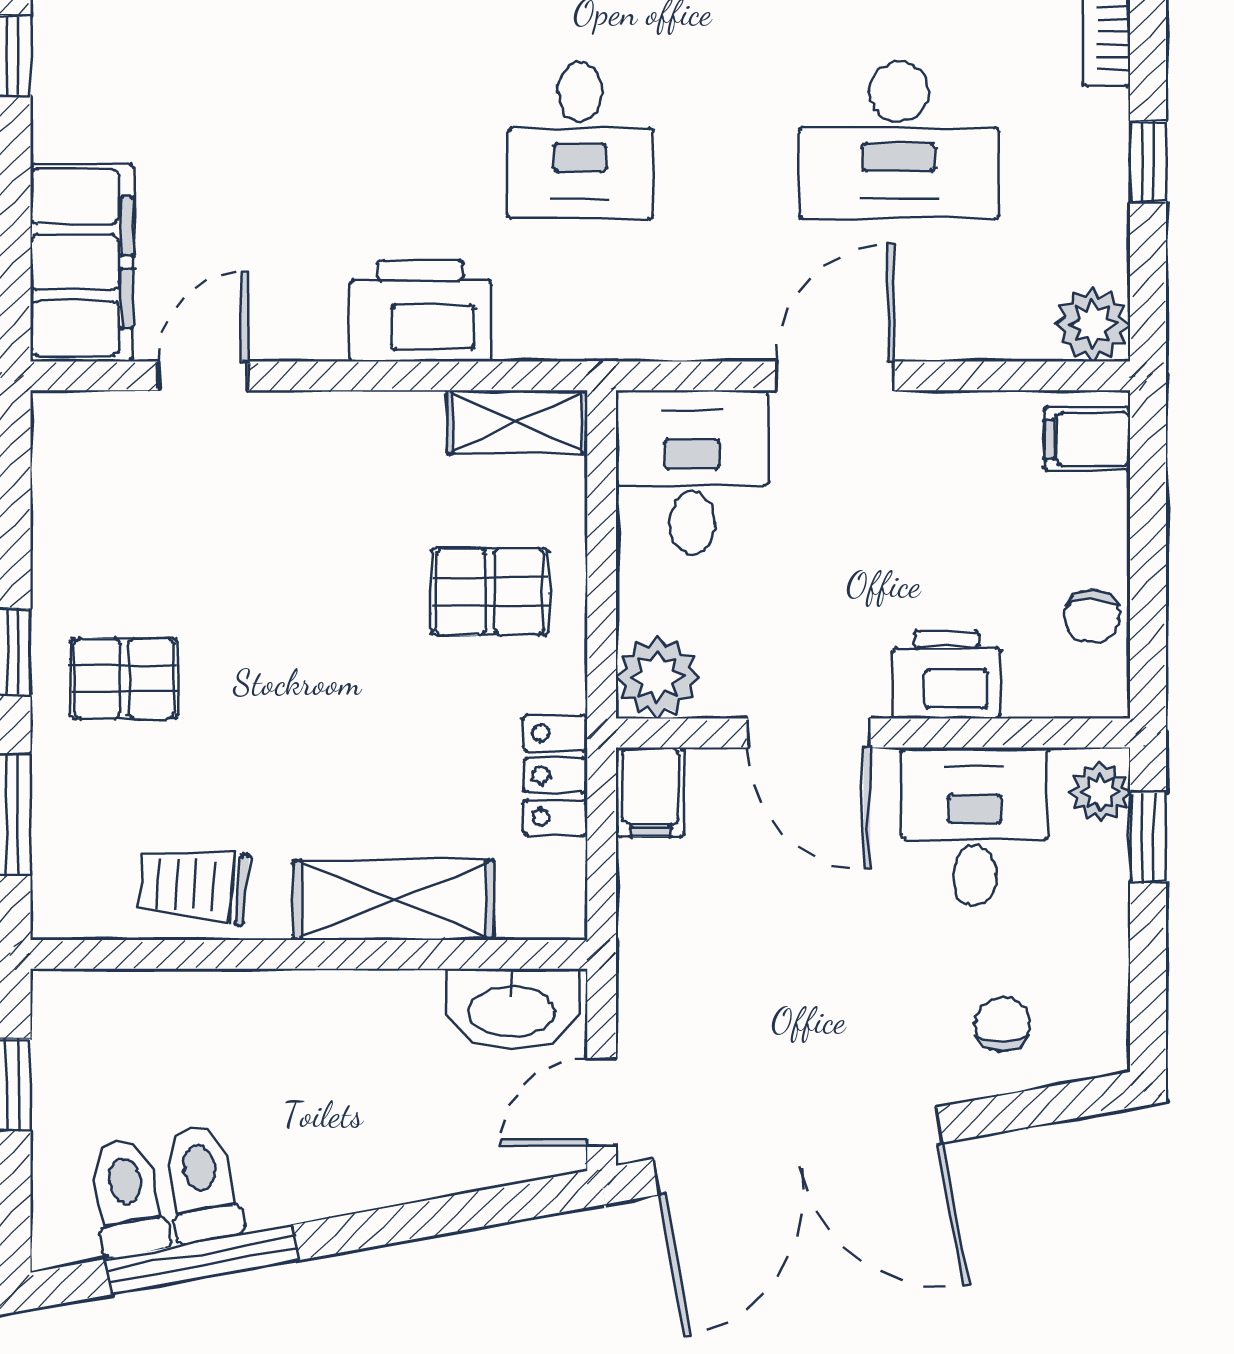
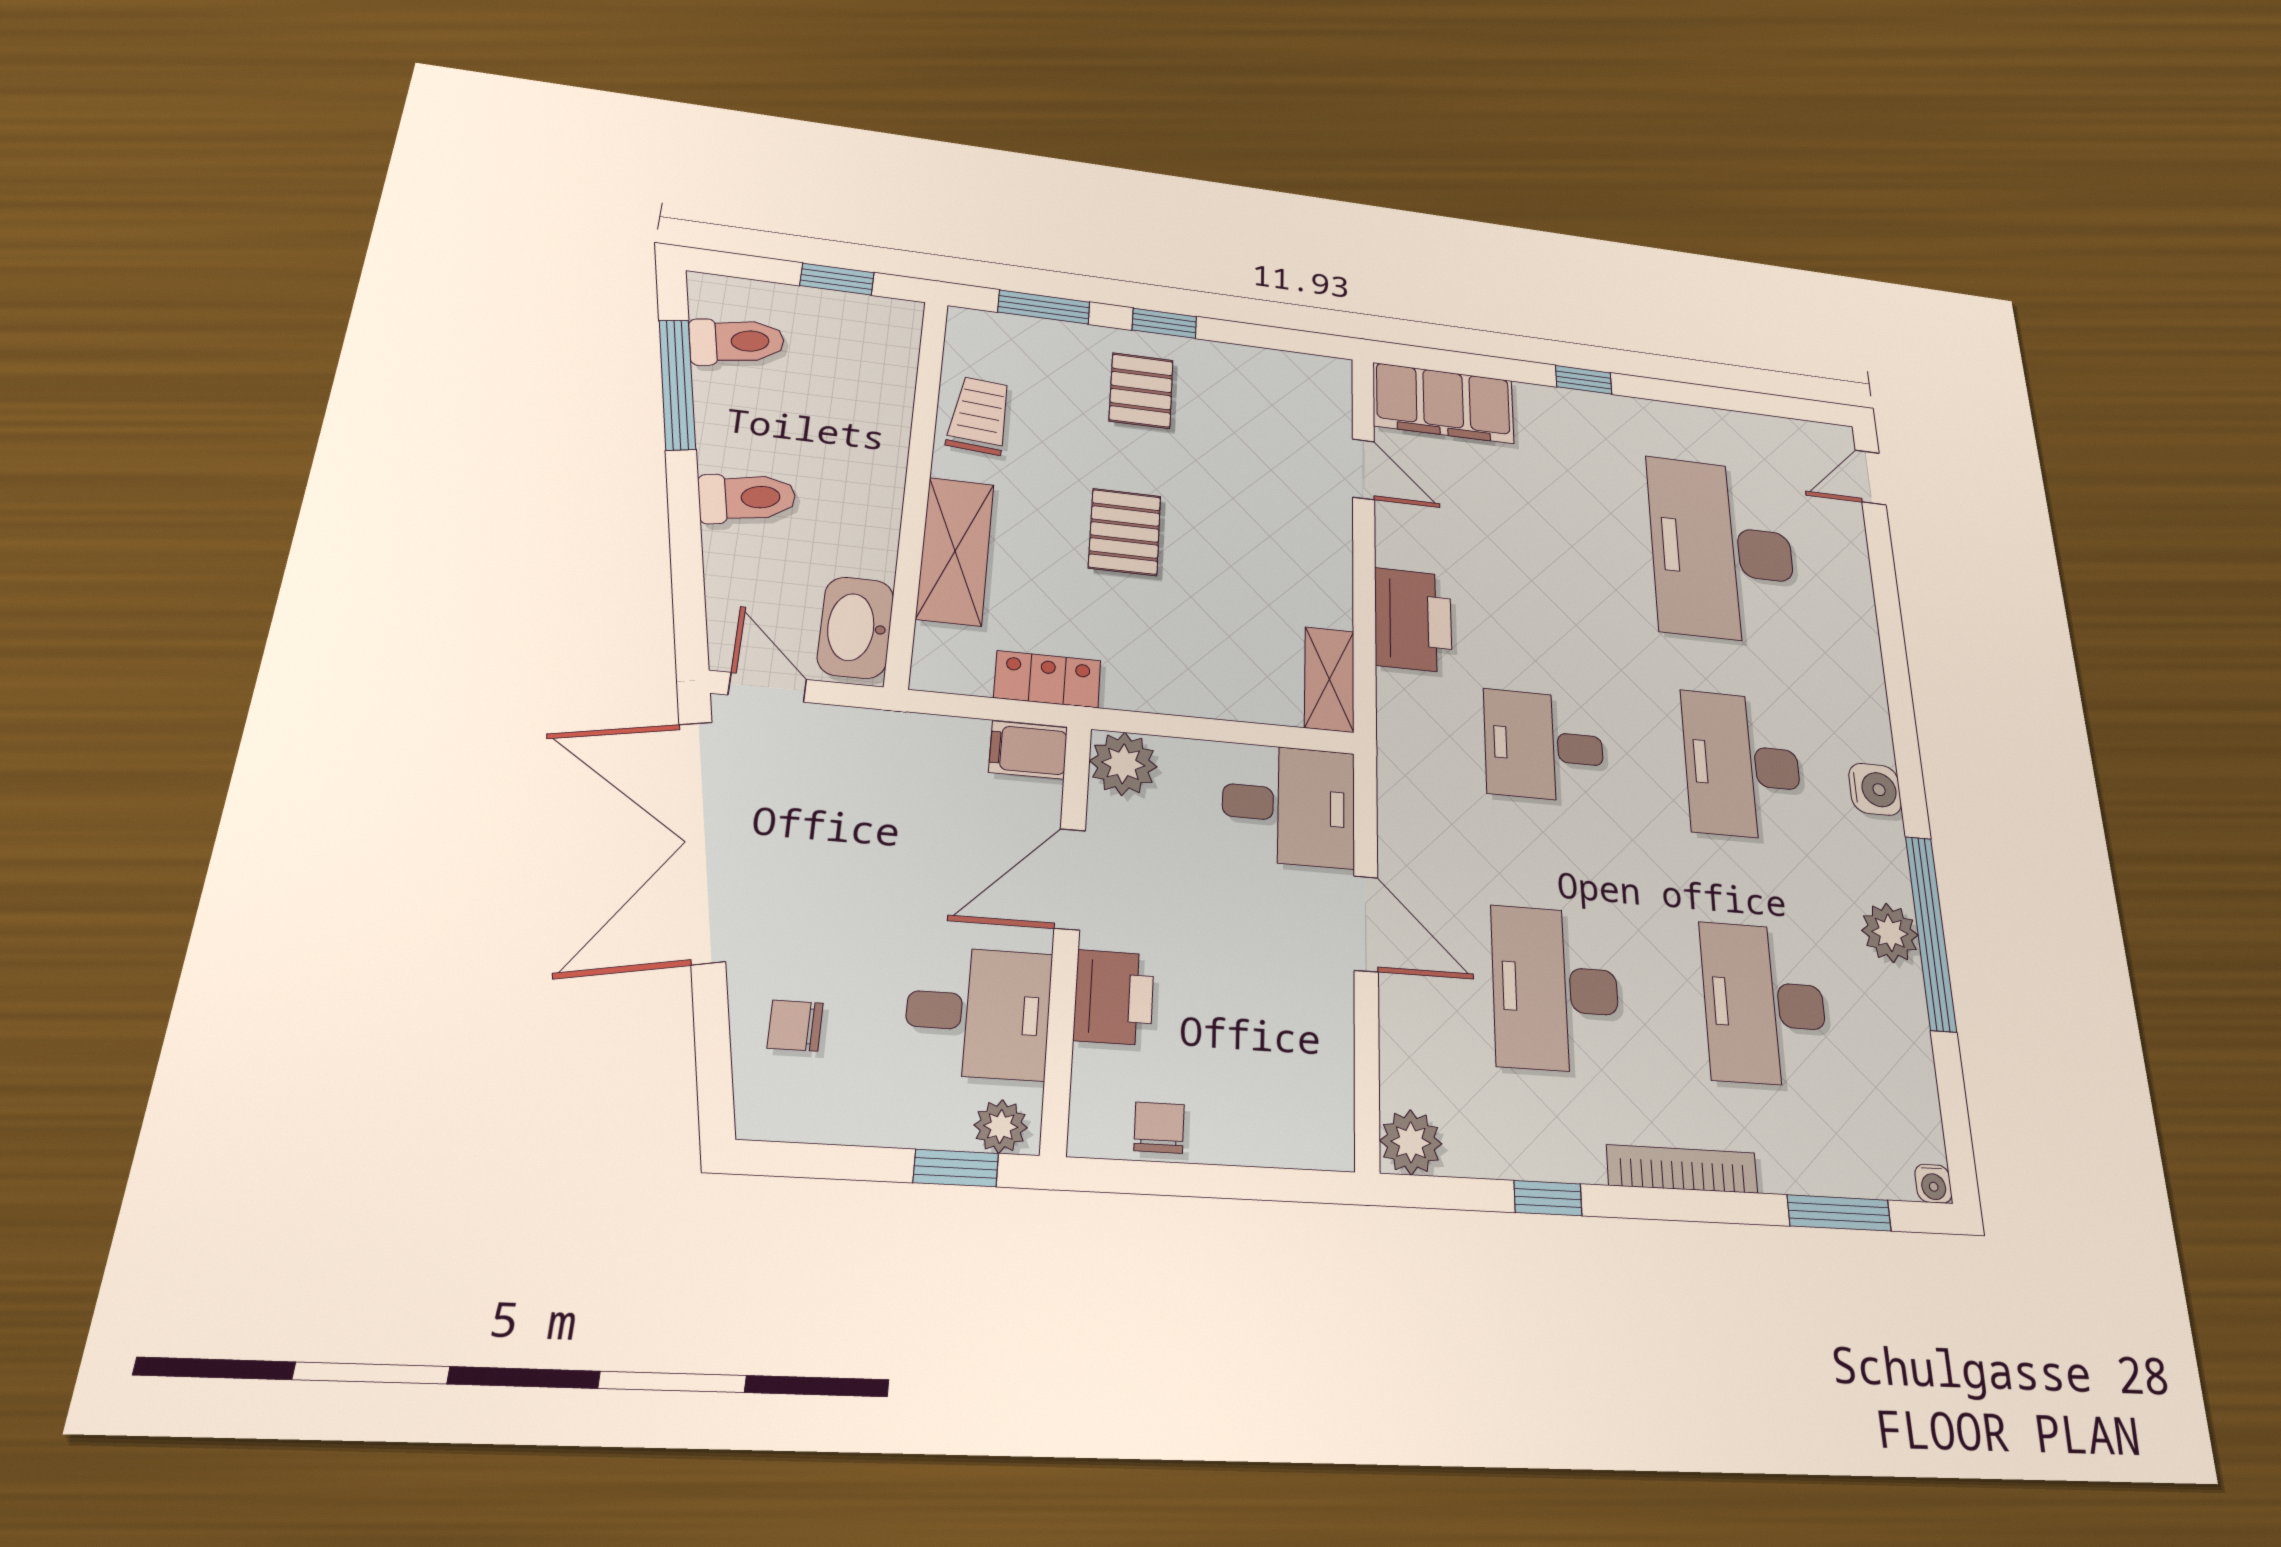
filing cabinet: (1087, 439) -> (1313, 1132), removed
pallet: (490, 592) -> (1125, 532), moved
chair: (1092, 616) -> (1159, 1128), turned 90
chair: (1003, 1024) -> (795, 1026), turned 180
toilet: (202, 1184) -> (747, 498), moved

